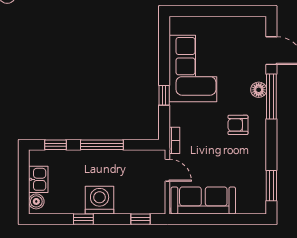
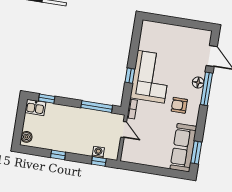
corner sofa: (193, 69) -> (151, 77), moved
window: (102, 145) -> (97, 107), moved
kitchen sink: (38, 179) -> (35, 107), moved, turned 90
washing machine: (100, 200) -> (98, 152), moved, width x0.53, depth x0.53
sofa: (203, 200) -> (183, 148), moved, turned -90

